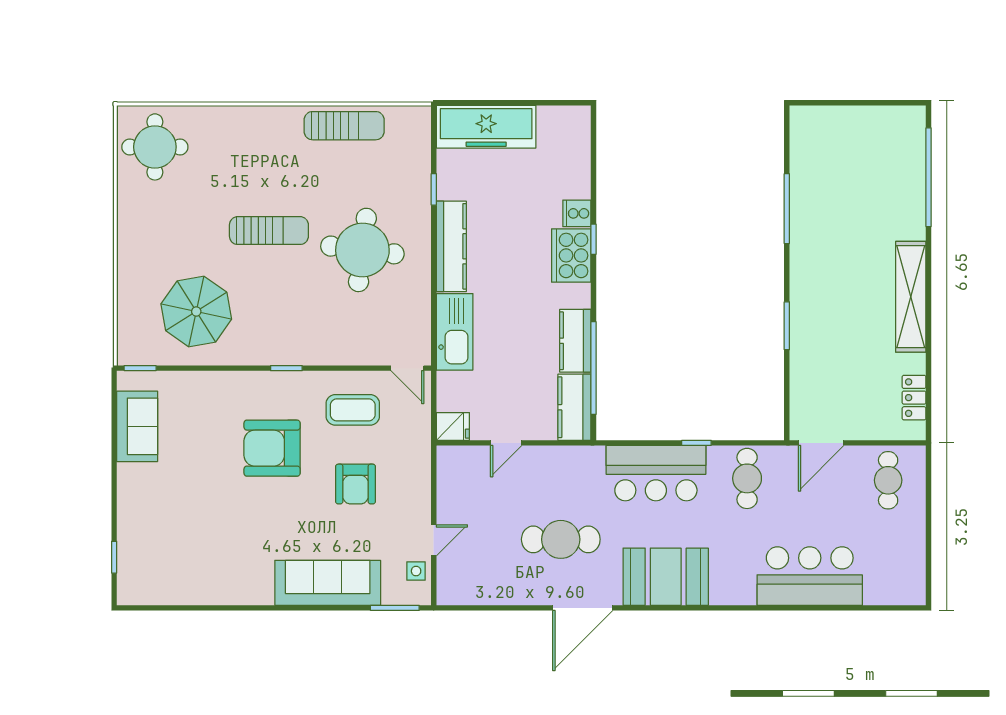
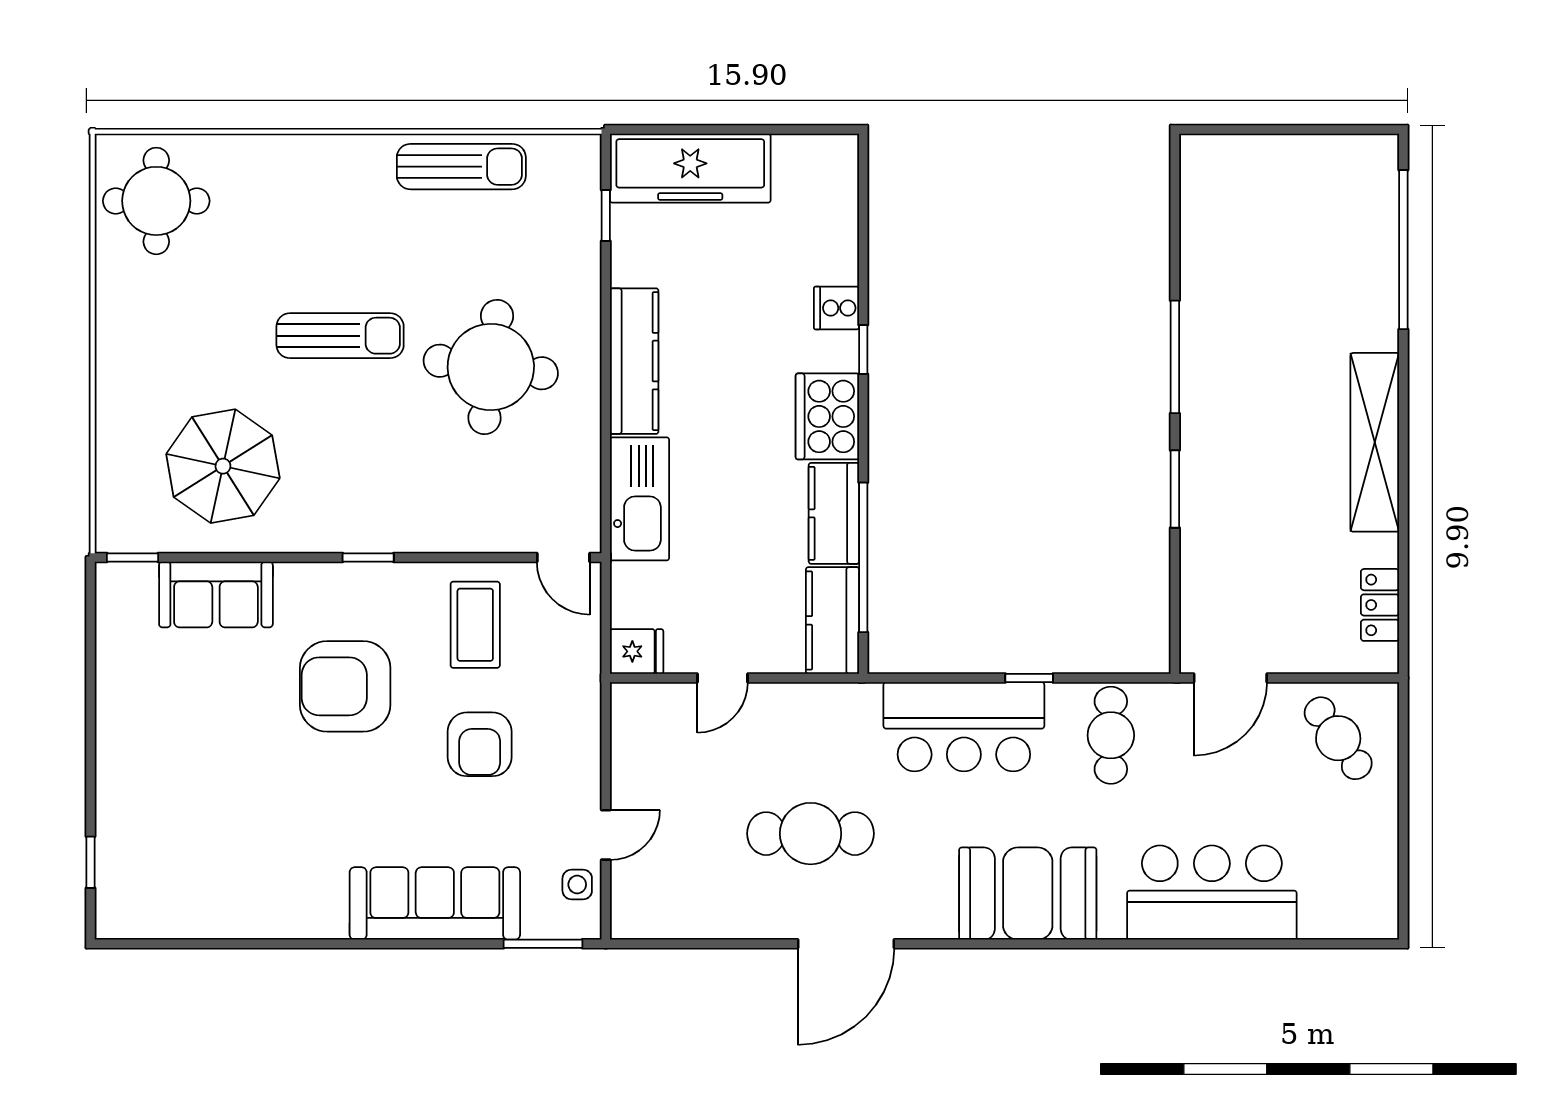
window: (434, 189) -> (606, 215), moved
window: (787, 209) -> (1175, 357), moved
cooker: (571, 255) -> (827, 416), moved
coffee table: (353, 410) -> (475, 625), turned 90
sofa: (137, 426) -> (216, 595), moved, turned 90
cafe table: (888, 480) -> (1338, 738), turned -35
booth: (666, 577) -> (1028, 894), moved

